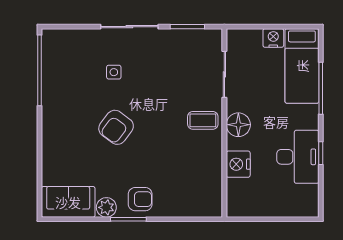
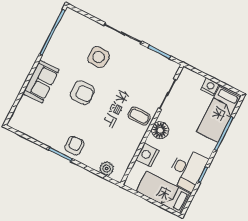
side table: (114, 72) -> (99, 57), width x1.87, depth x1.87
armchair: (116, 127) -> (82, 93), turned -127
armchair: (140, 199) -> (74, 146), turned -90
bed: (283, 201) -> (164, 193), added
sofa: (68, 202) -> (41, 81), moved, turned 90
plant: (106, 207) -> (107, 169), moved

